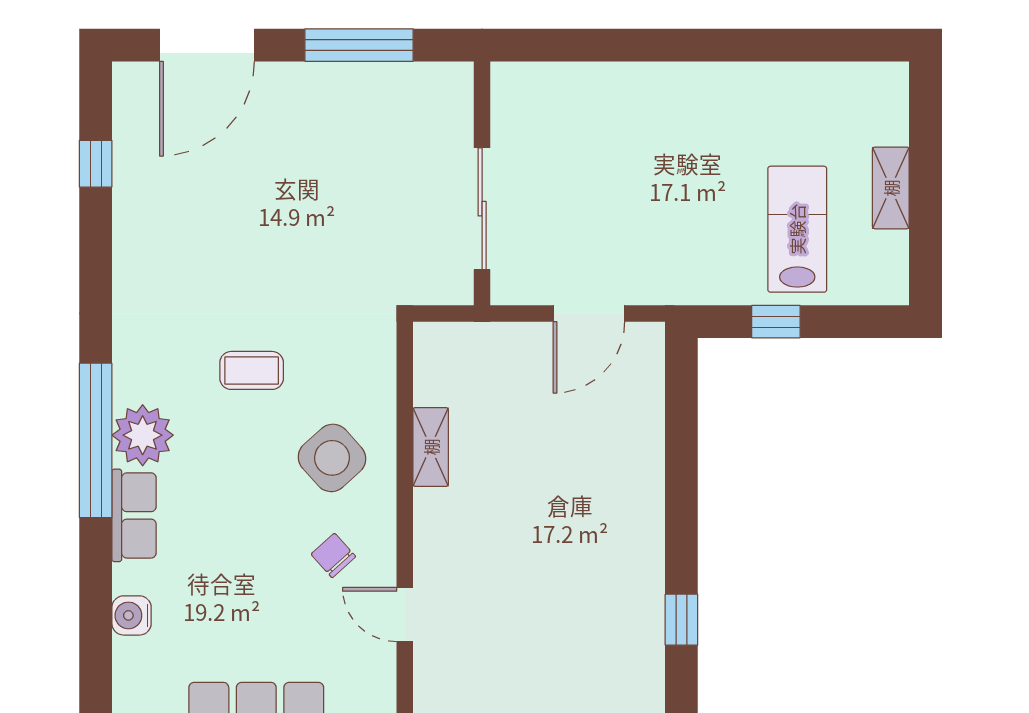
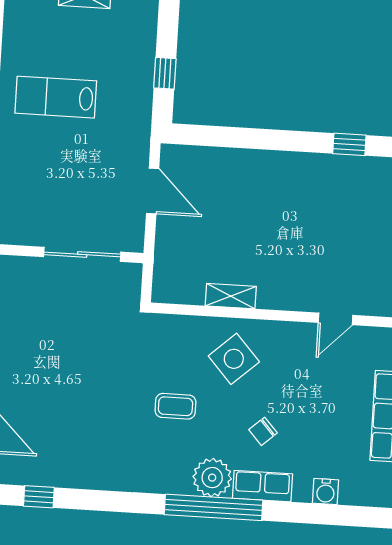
lab bench: (797, 229) -> (56, 97), moved
coffee table: (252, 370) -> (175, 406), turned 90
chair: (333, 555) -> (263, 431), moved

